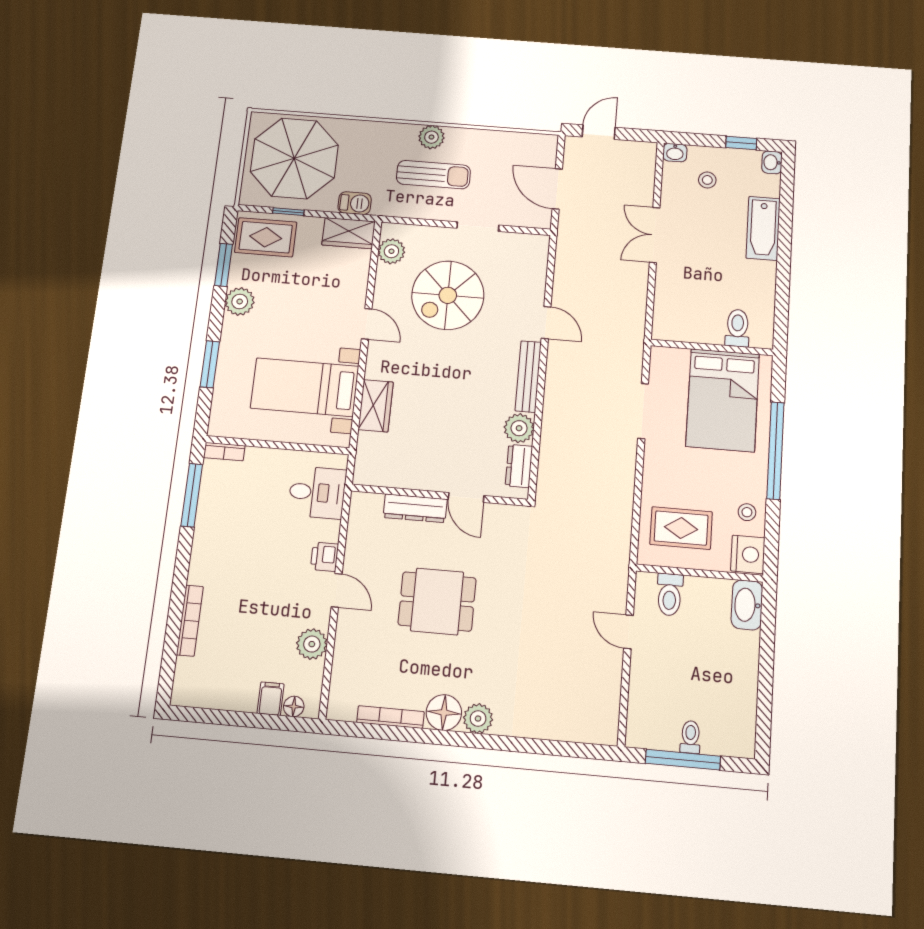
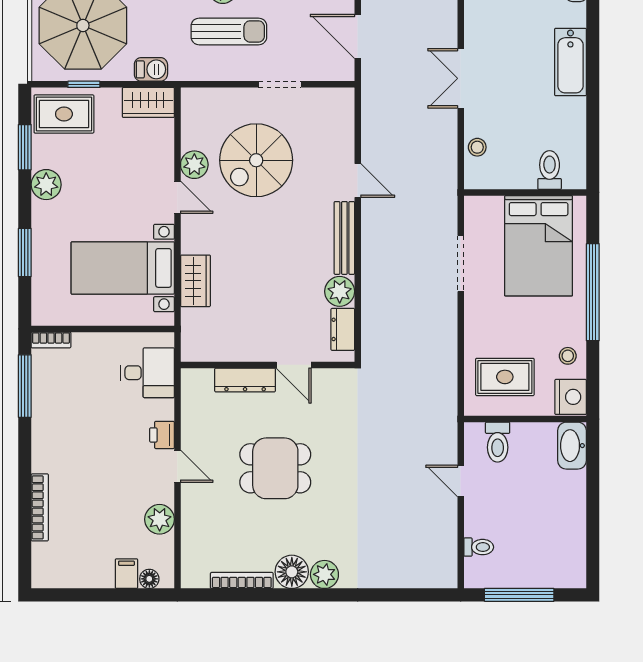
stool: (707, 180) -> (477, 147), moved
plant: (391, 251) -> (194, 165), moved
toilet: (690, 737) -> (479, 547), moved, turned 90

